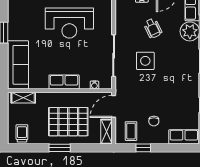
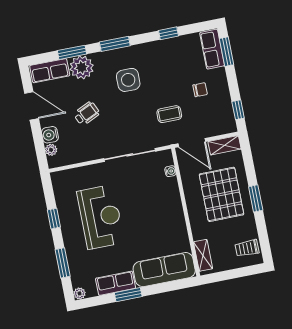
side table: (145, 61) -> (128, 80), moved
row of seats: (64, 82) -> (116, 283), moved, turned 90
coffee table: (131, 131) -> (169, 114), moved
window: (143, 148) -> (238, 110), moved
window: (180, 148) -> (227, 52), added

